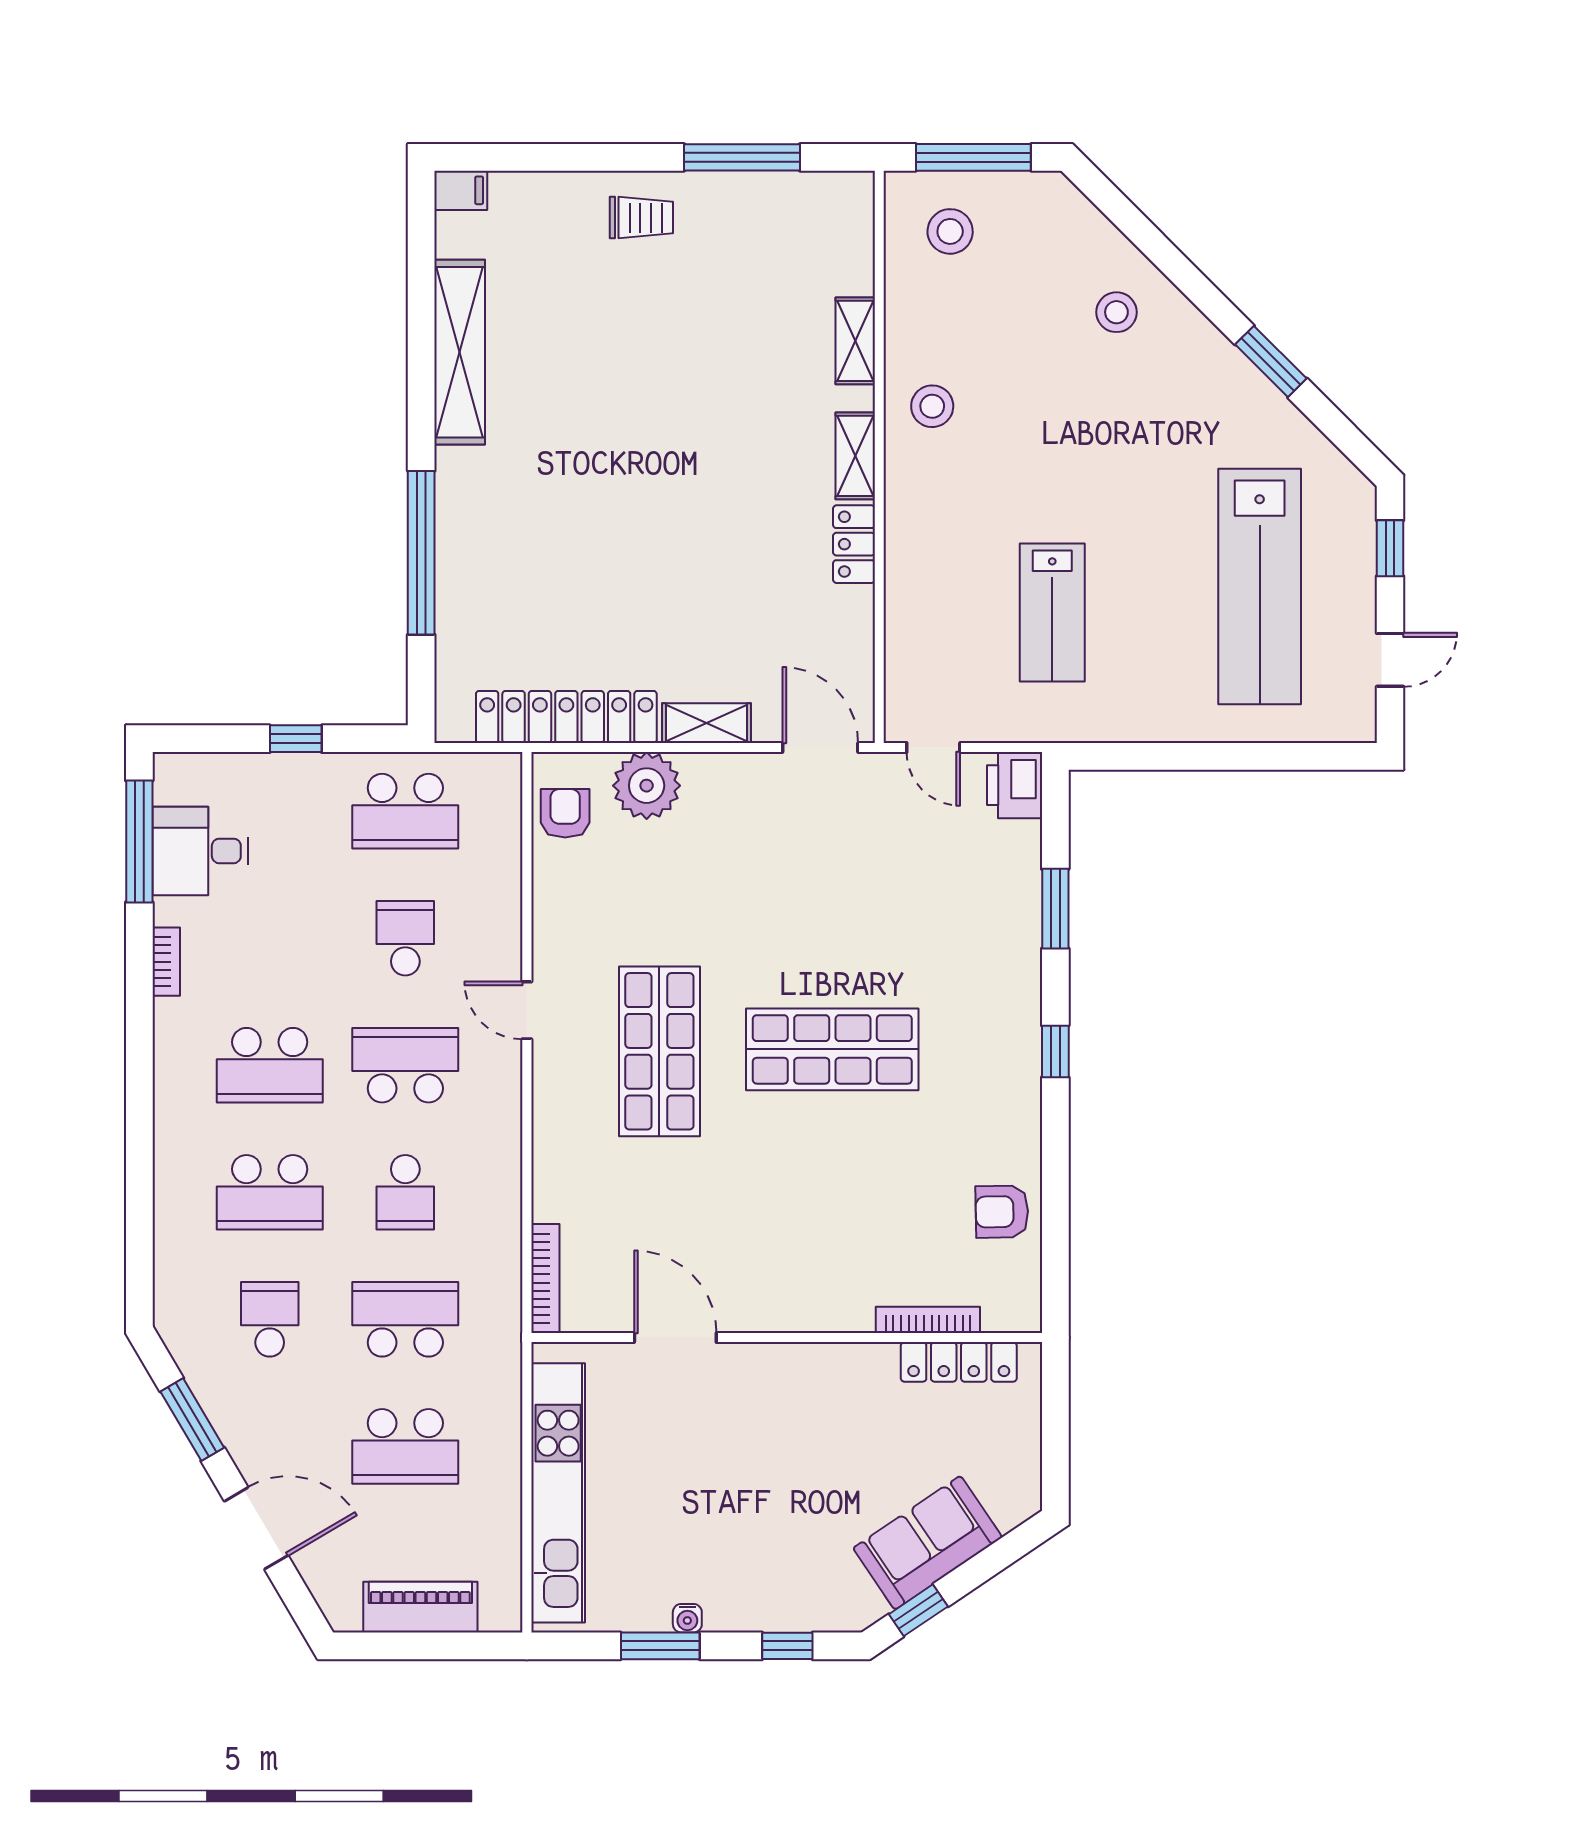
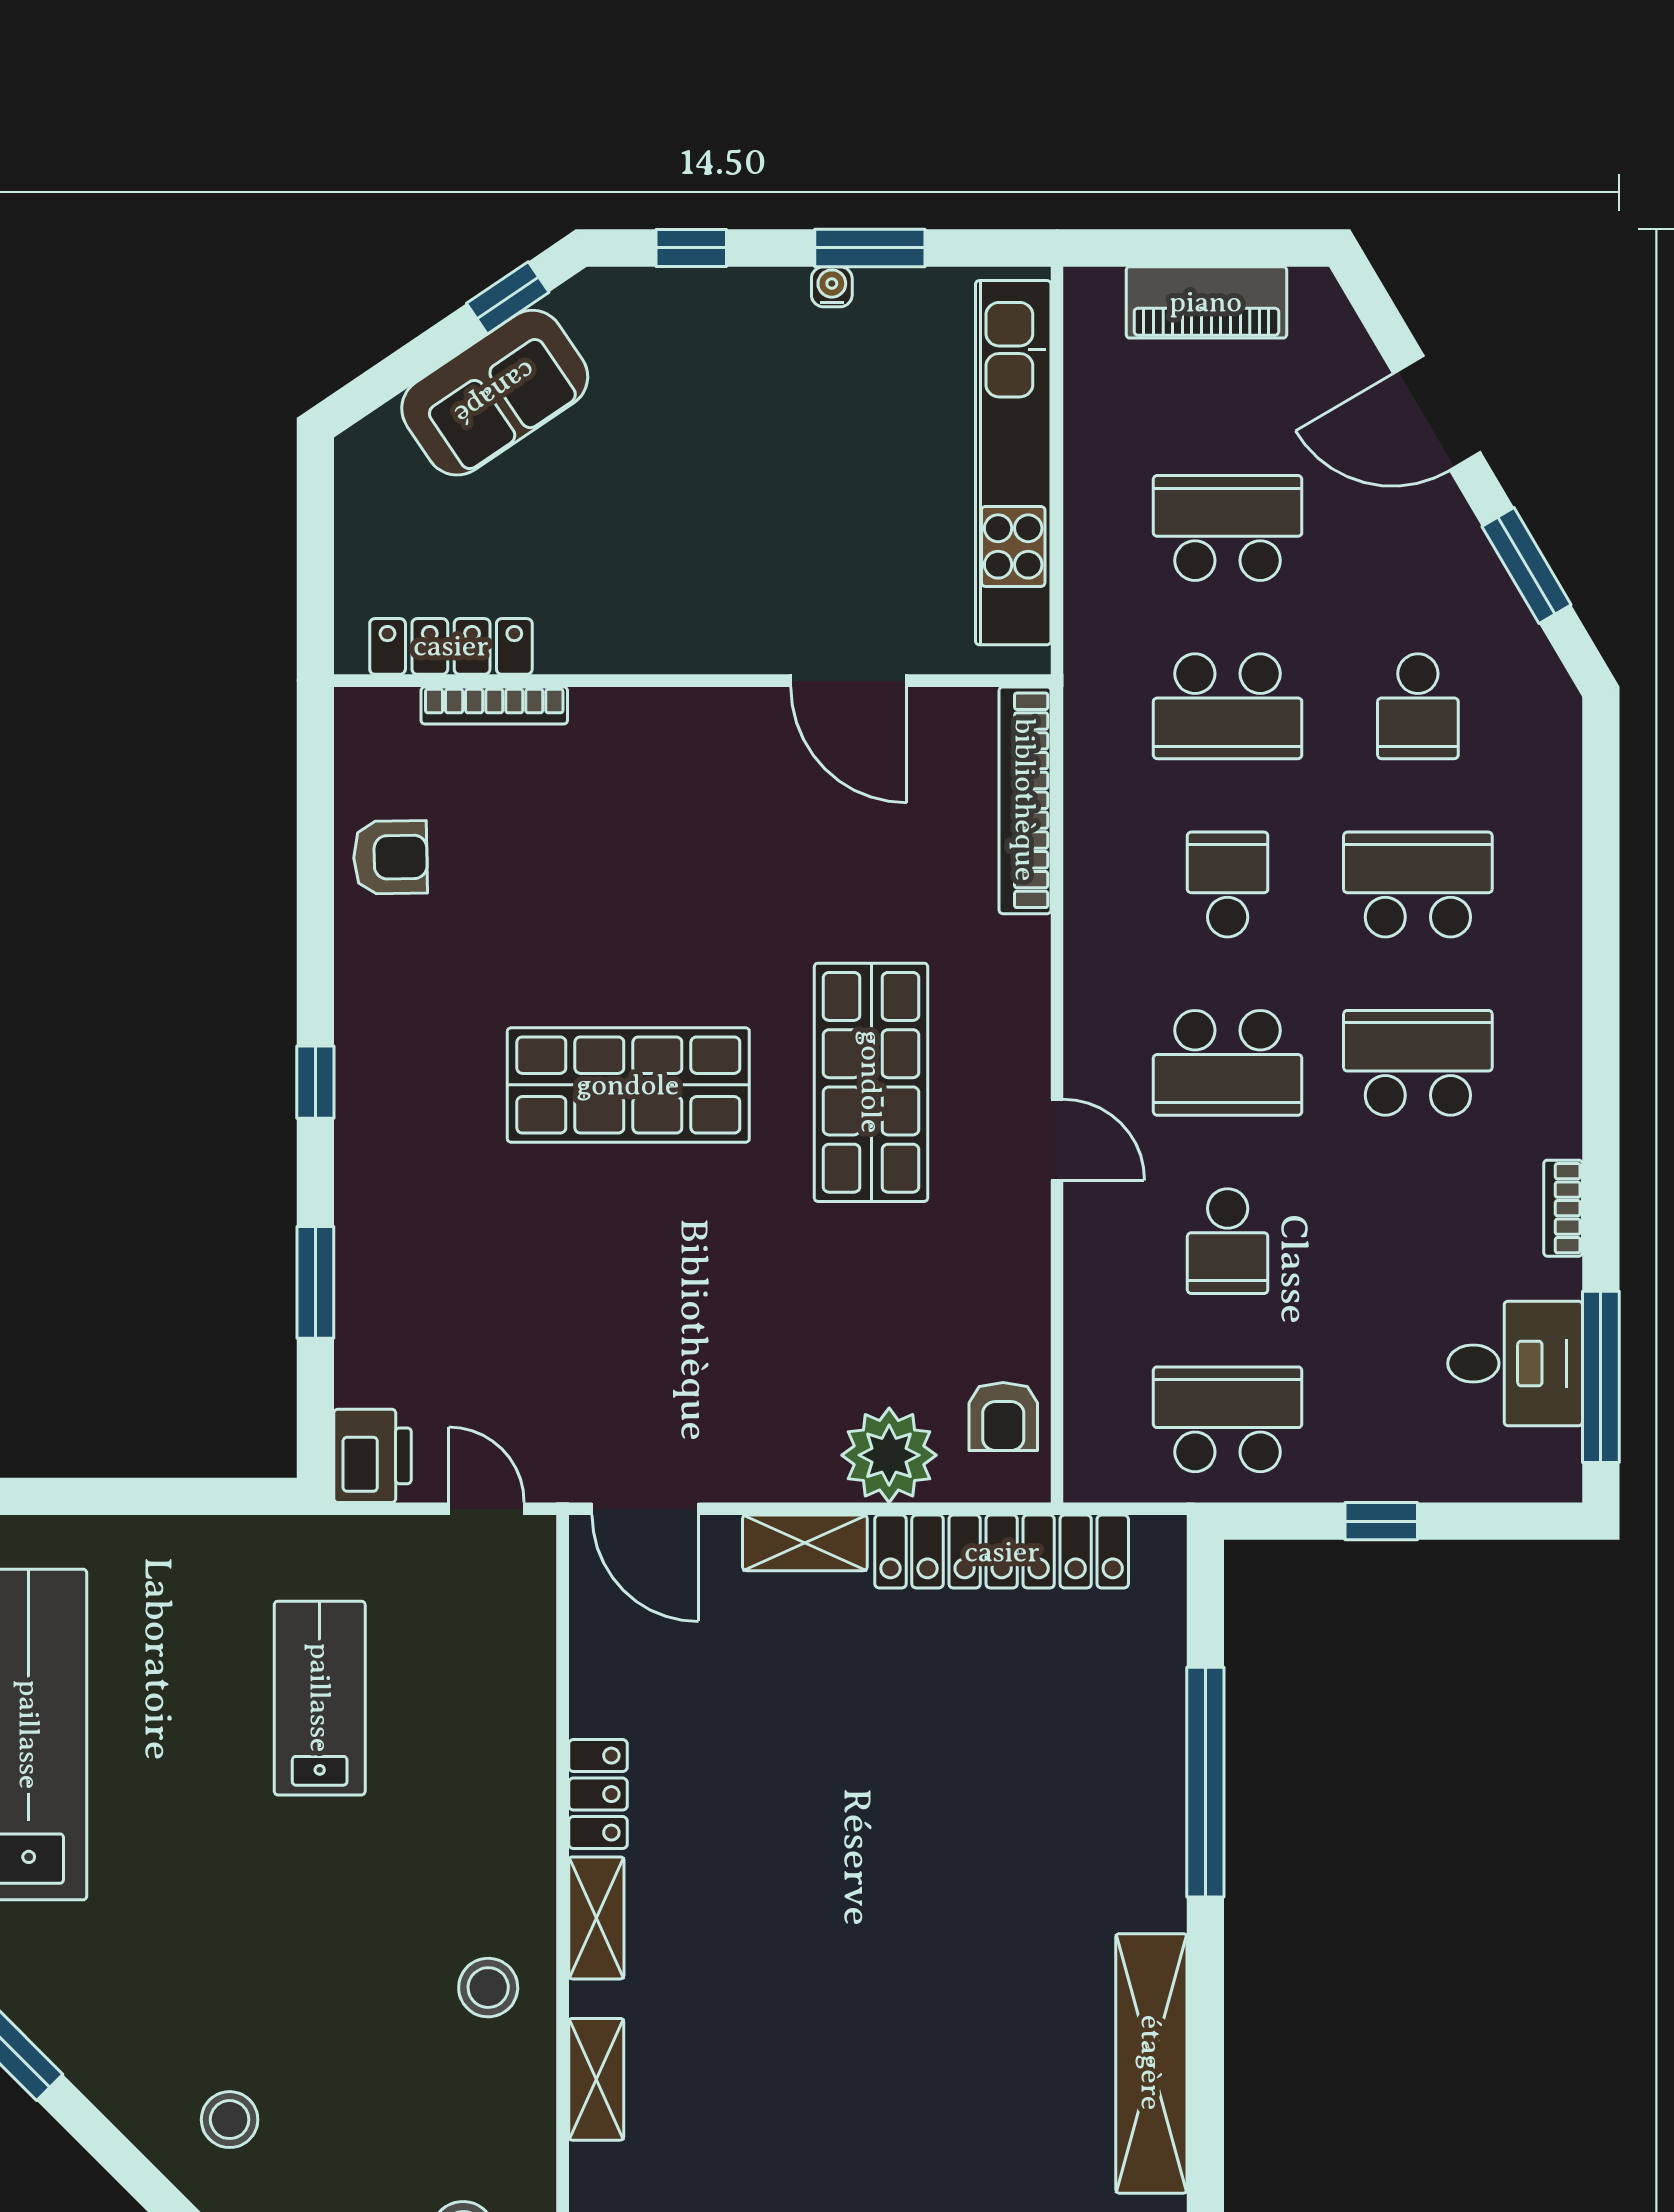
bookcase: (545, 1279) -> (1025, 800), width x1.48, depth x1.31

